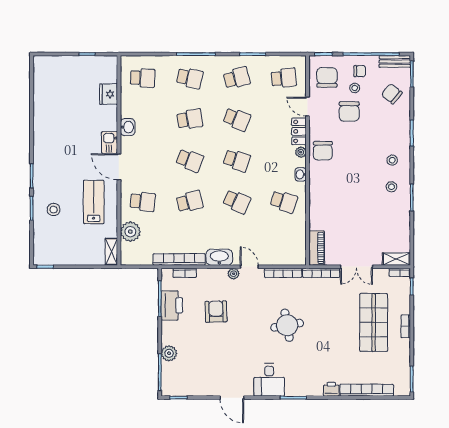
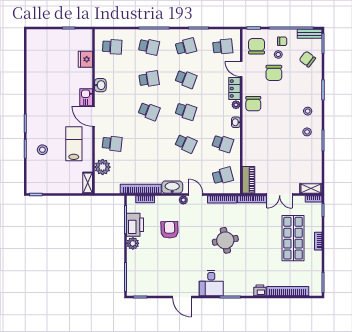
school desk: (190, 202) -> (223, 176), moved
plant: (169, 353) -> (133, 243), moved

